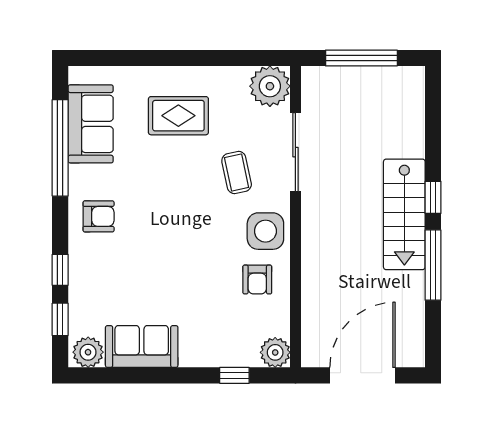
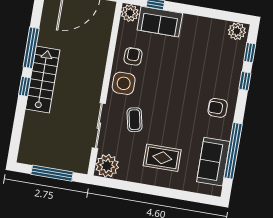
sofa: (142, 346) -> (160, 22), moved

